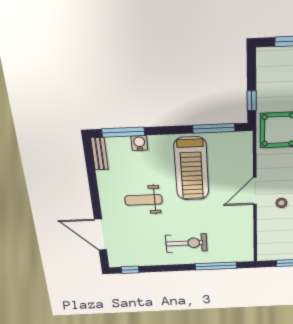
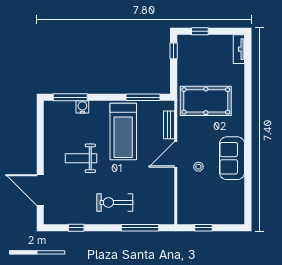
window: (252, 101) -> (174, 51), moved
bench: (100, 154) -> (169, 125), moved
exercise bike: (186, 243) -> (115, 202), turned 180
window: (130, 270) -> (76, 228), moved

